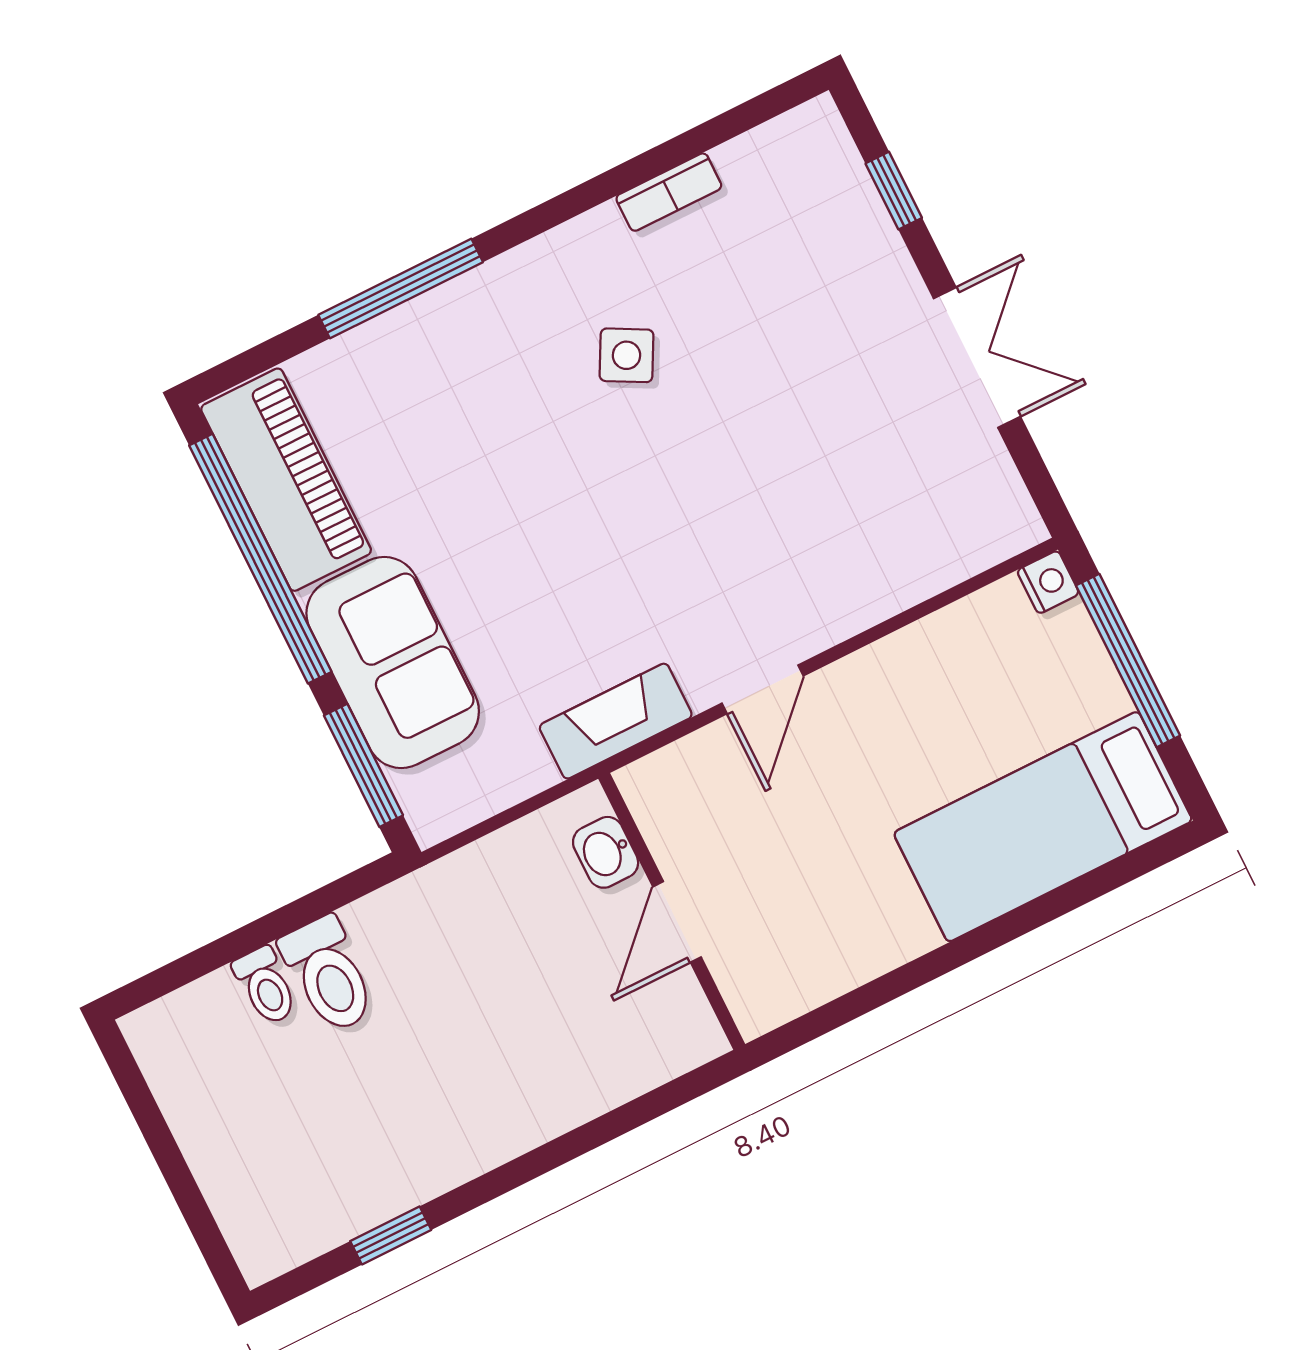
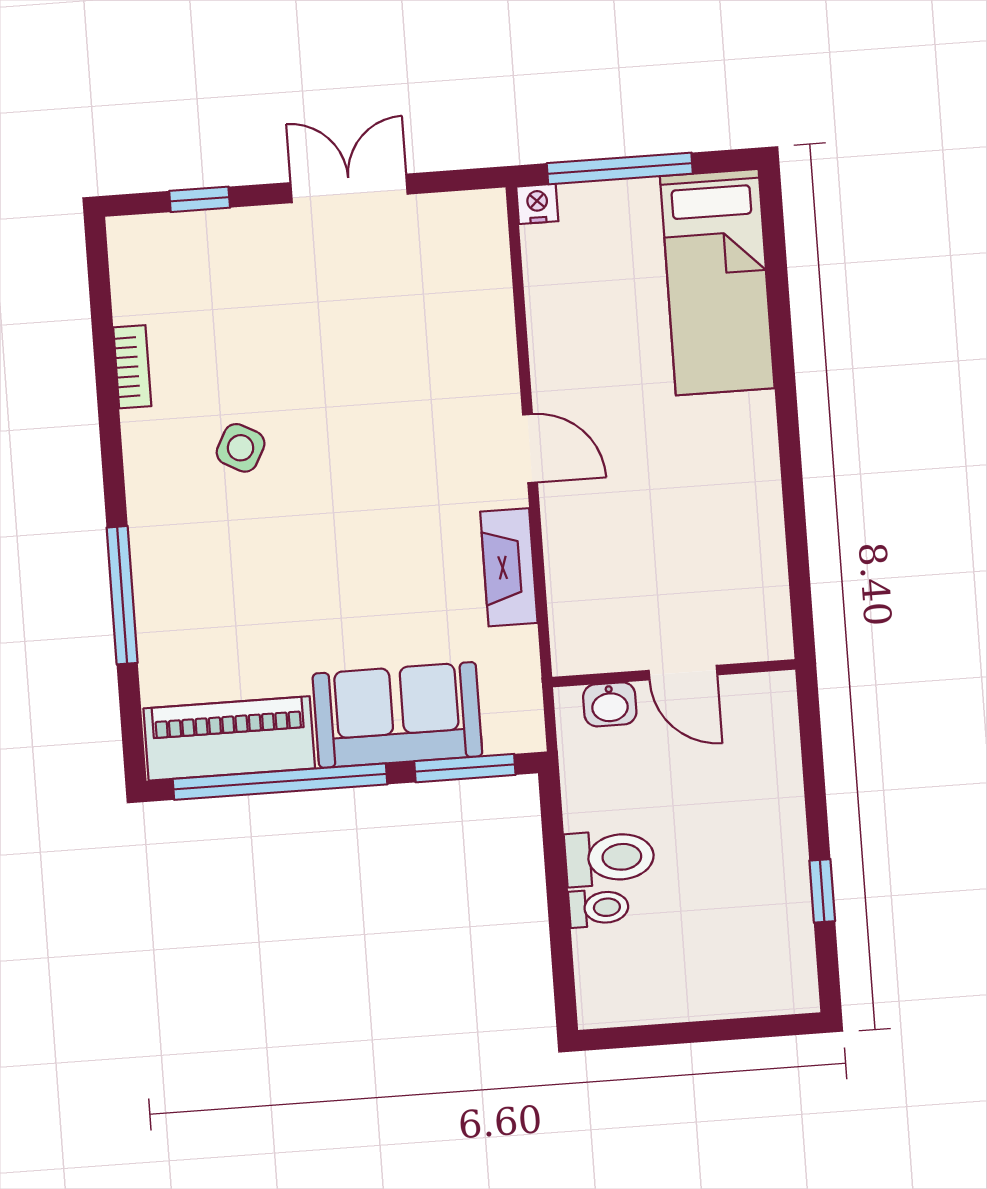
washbasin: (606, 852) -> (610, 704), moved
wall: (672, 911) -> (674, 673), moved
door: (677, 922) -> (683, 673), moved

